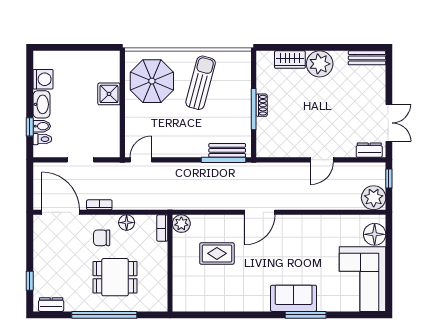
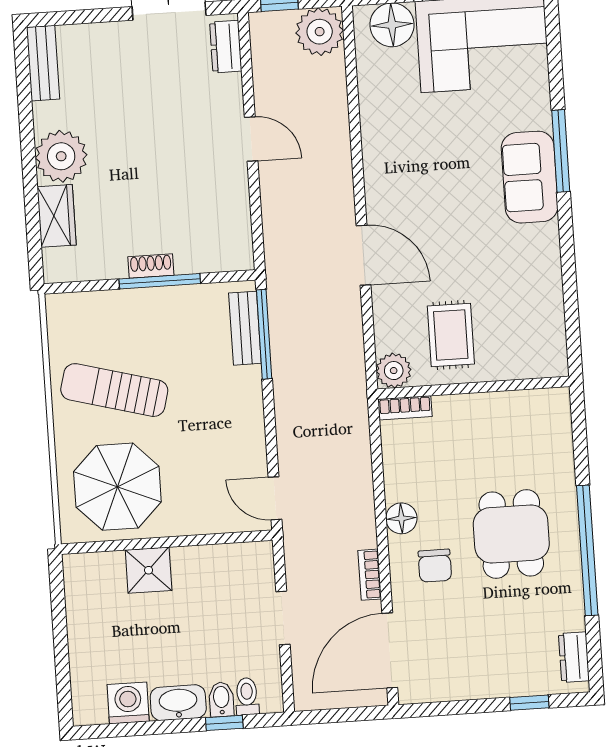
plant: (181, 224) -> (394, 371), moved
bookcase: (162, 228) -> (405, 408), moved
wall: (170, 263) -> (474, 388), moved

